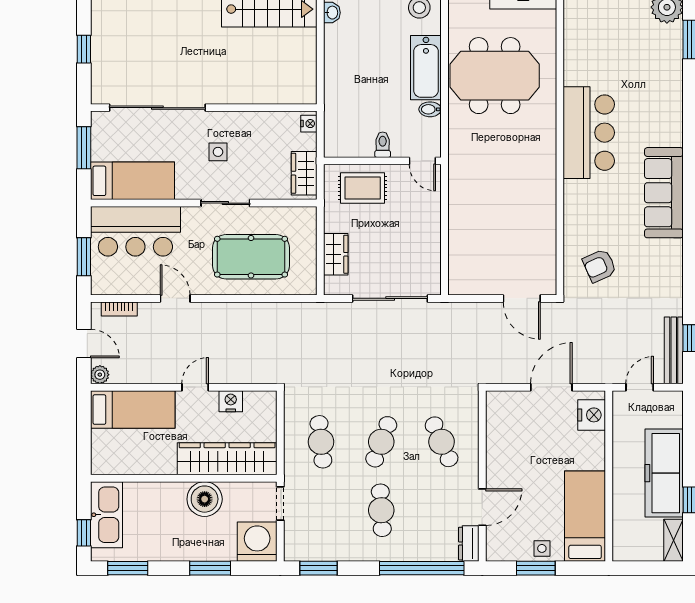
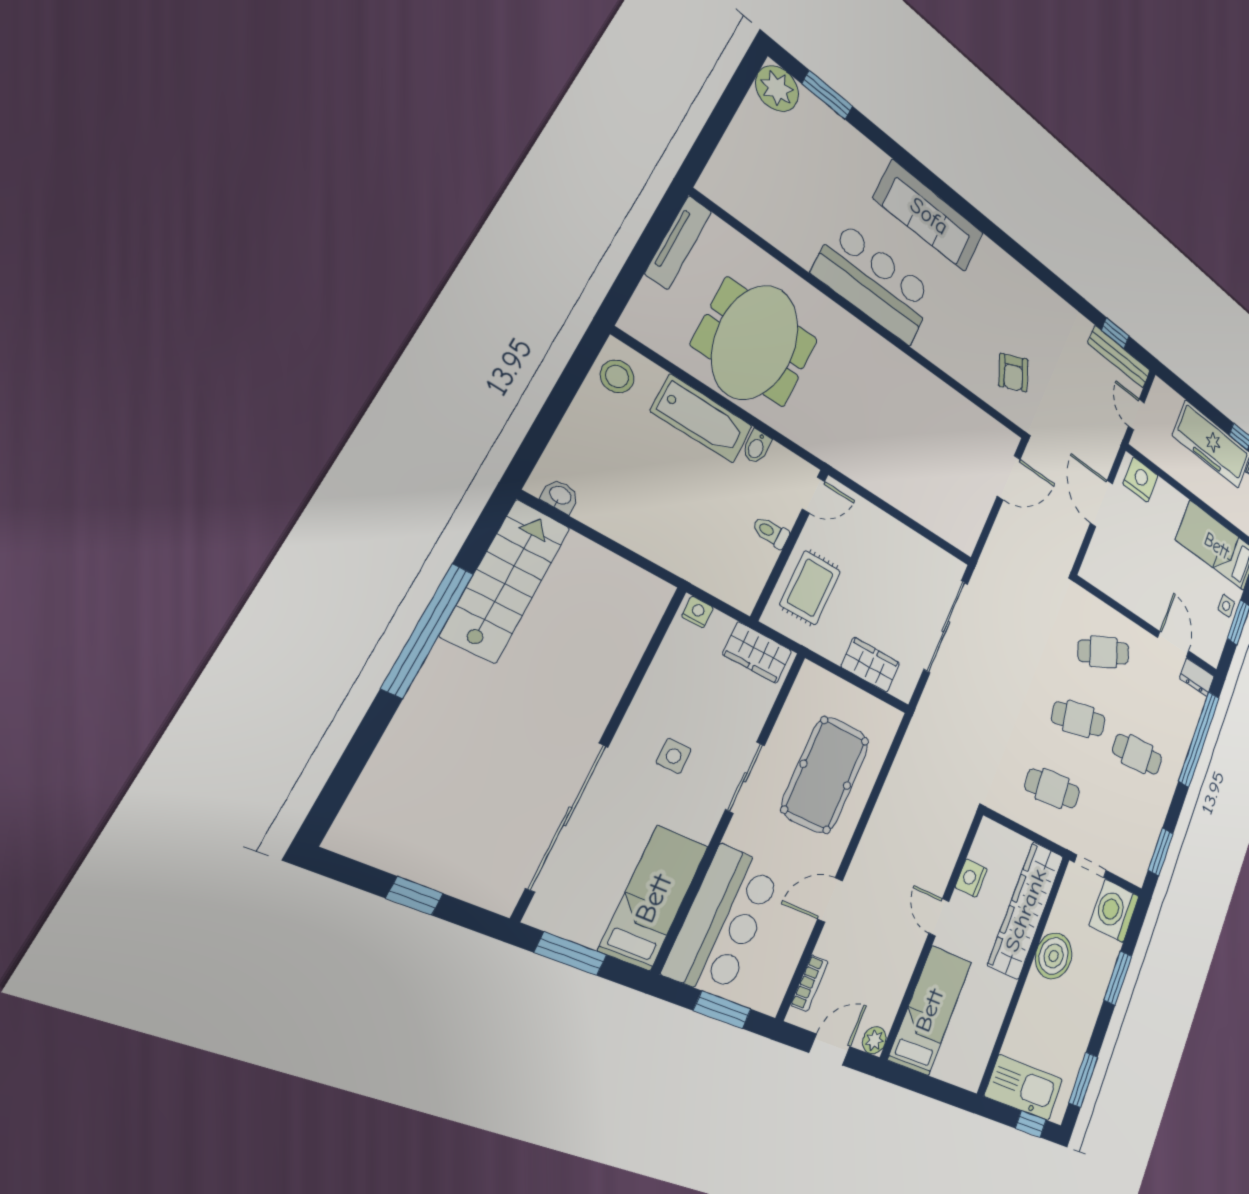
sofa: (664, 193) -> (929, 216), moved
cafe table: (381, 442) -> (1078, 719), turned -33

